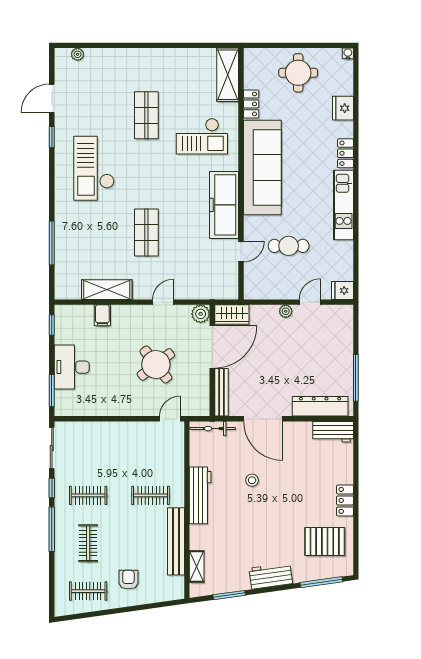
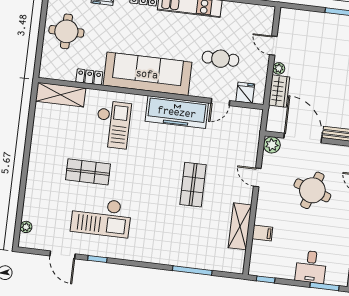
checkout: (94, 168) -> (101, 217), moved
shop shelf: (146, 232) -> (193, 185), turned 90
cafe table: (289, 246) -> (221, 59), turned 90
door: (241, 252) -> (220, 102), swing flipped
fridge: (342, 291) -> (245, 93), moved, turned 180
wardrobe: (232, 315) -> (279, 91), moved
round table: (156, 364) -> (312, 190), turned -33
desk: (72, 367) -> (311, 267), width x0.73

